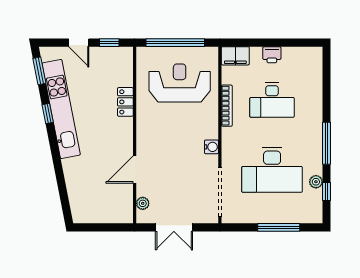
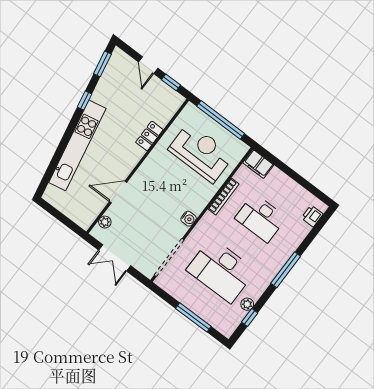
printer: (272, 55) -> (312, 216), moved, turned 90
kitchen unit: (61, 109) -> (77, 145), moved
window: (327, 143) -> (286, 270), moved

